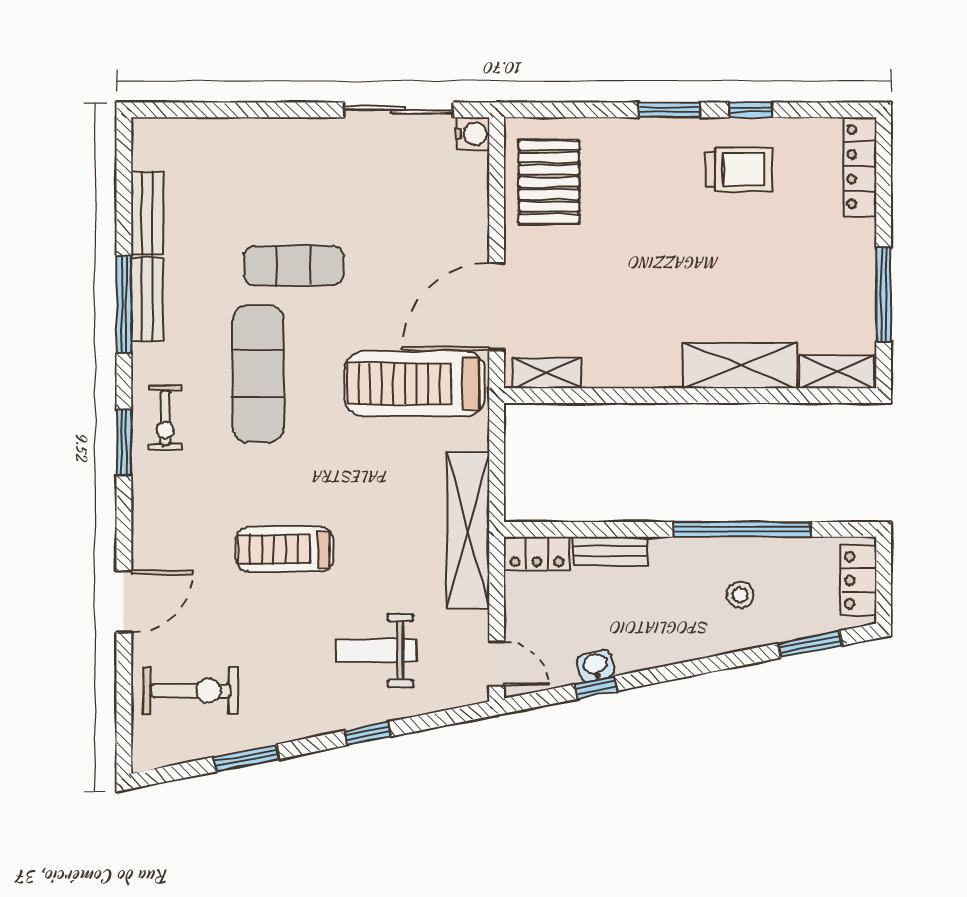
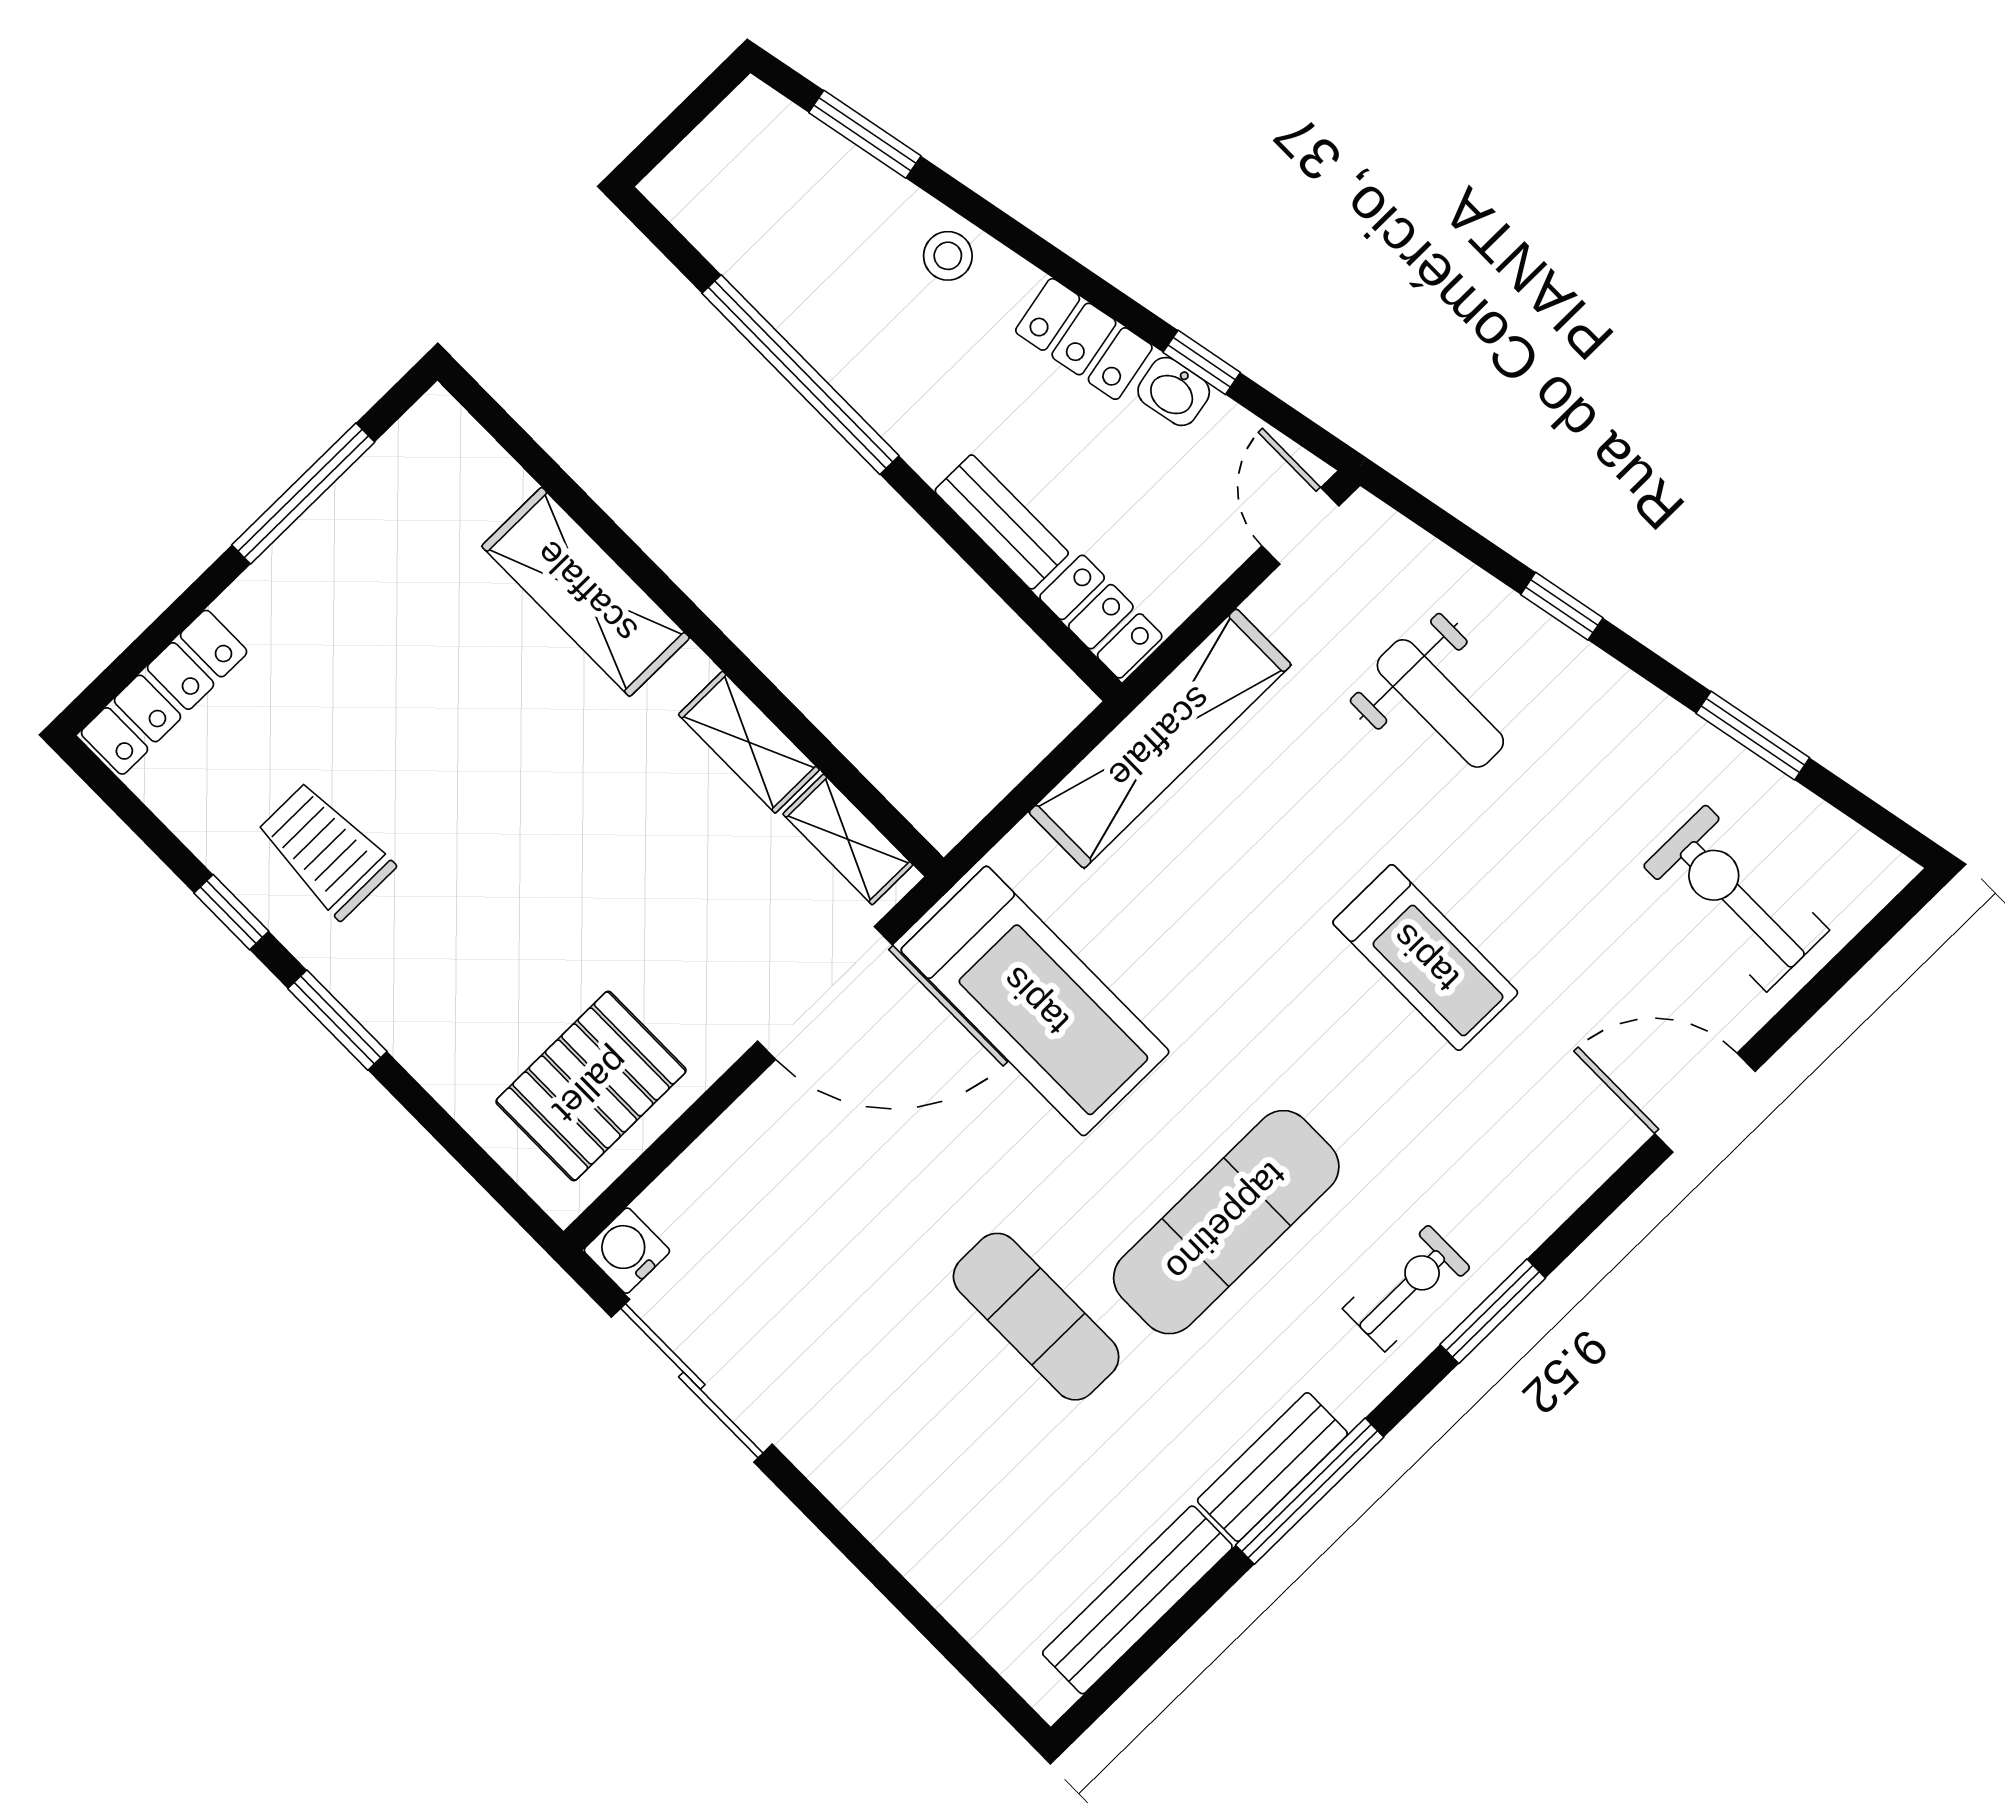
bench: (147, 213) -> (1137, 1600), width x1.36
shelving: (837, 372) -> (749, 742), moved
locker: (859, 580) -> (1084, 339), moved, turned 79
stool: (740, 595) -> (948, 256), moved

